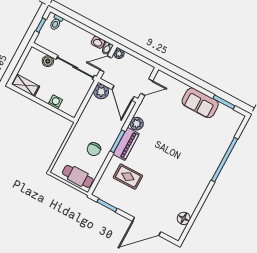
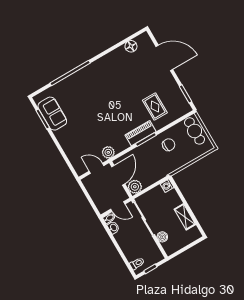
plant: (119, 54) -> (102, 208), removed
shelving: (25, 85) -> (185, 217), moved
washing machine: (55, 102) -> (167, 186), moved
sofa: (200, 103) -> (52, 114), moved
plant: (137, 124) -> (108, 152), moved

